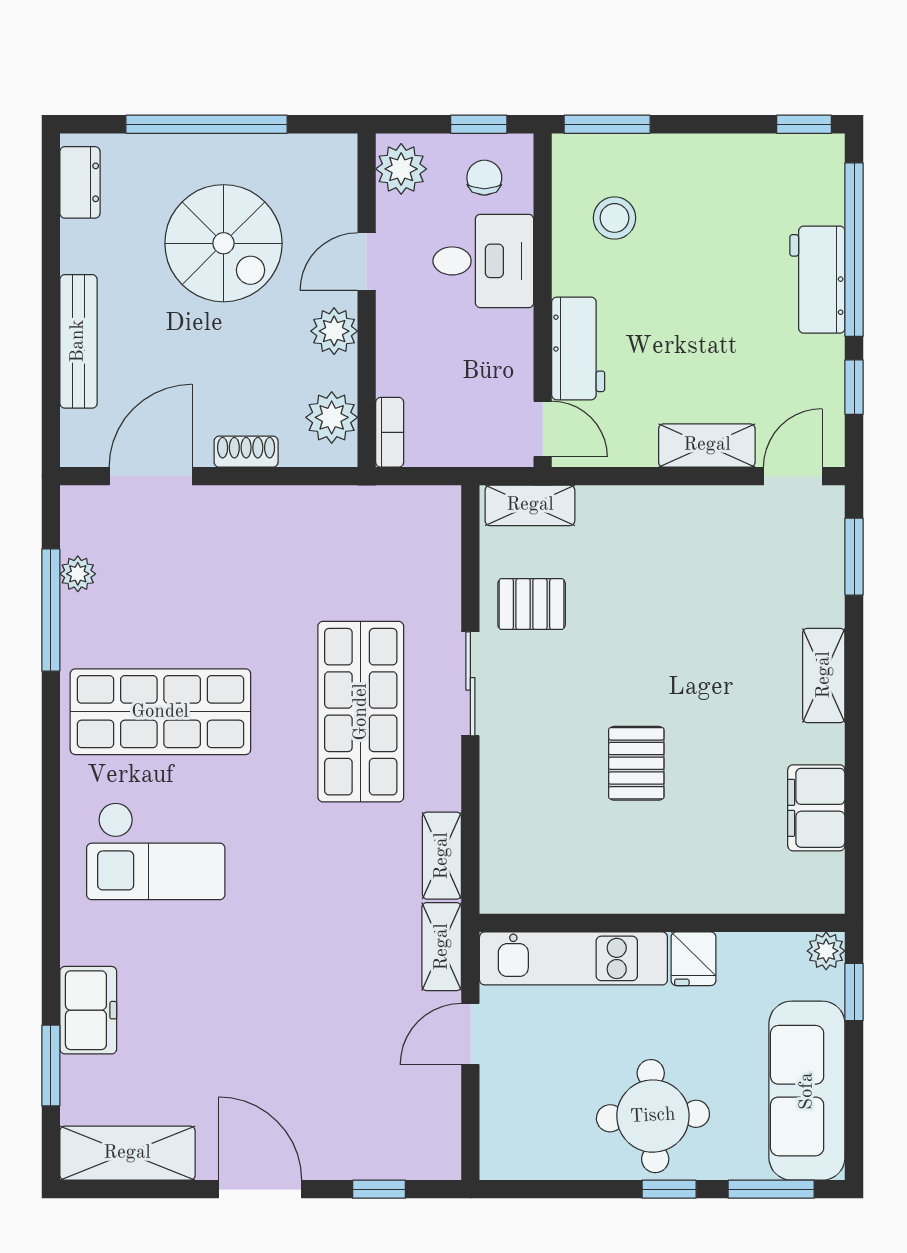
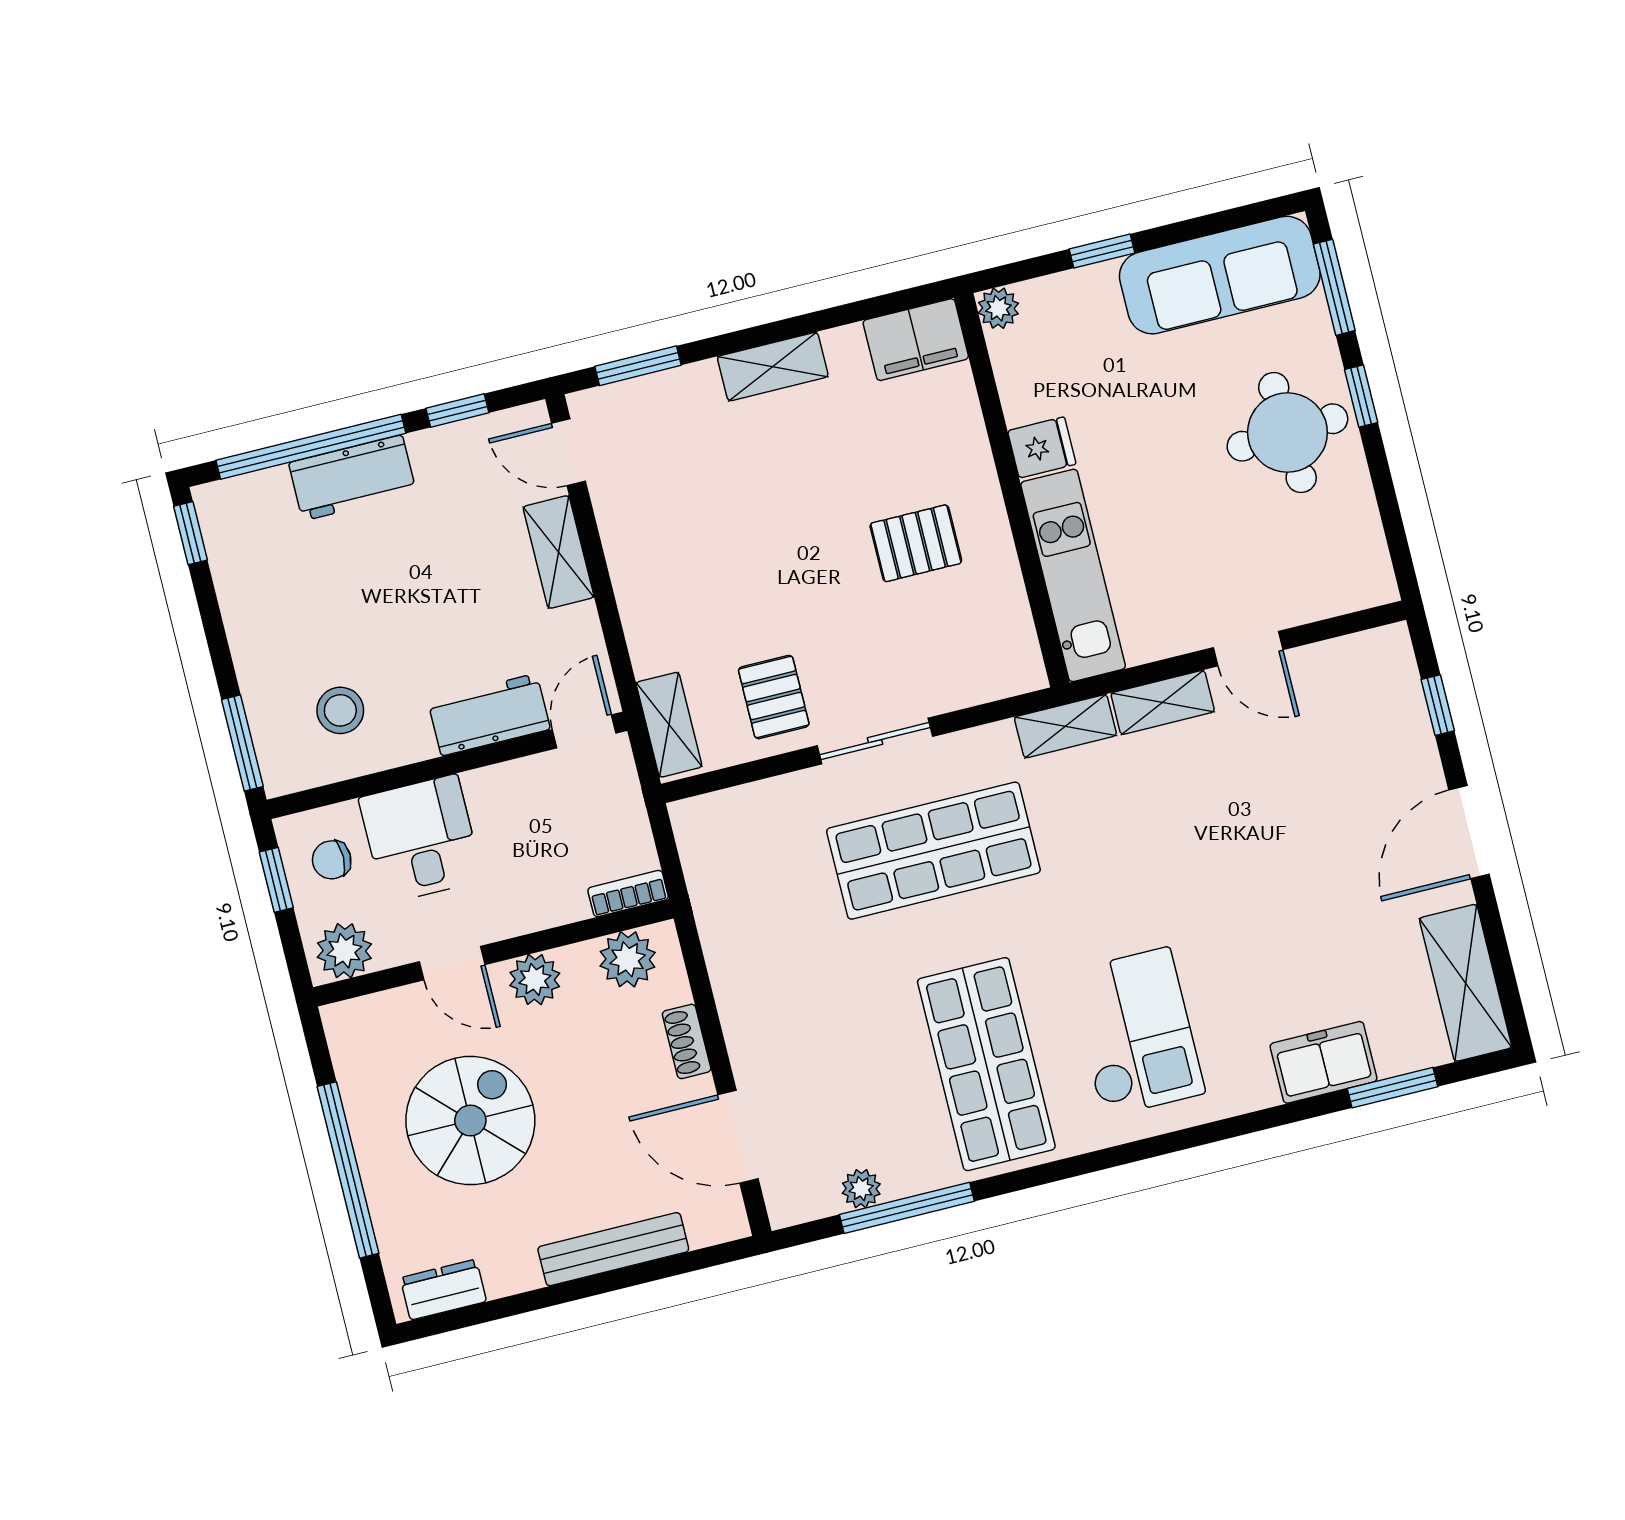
wall: (662, 923) -> (1012, 490), moved
plant: (826, 951) -> (998, 308), moved
kitchen unit: (573, 958) -> (1073, 575), moved
fridge: (694, 959) -> (1042, 447), moved

